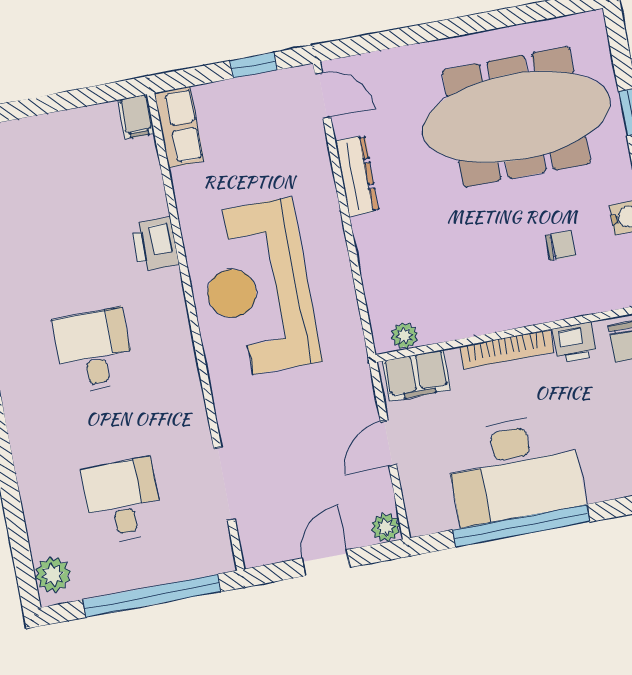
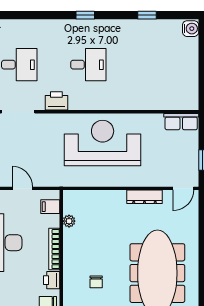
filing cabinet: (136, 117) -> (189, 103), removed
printer: (155, 244) -> (56, 101), moved
plant: (405, 336) -> (69, 221), moved
filing cabinet: (417, 375) -> (50, 207), width x0.50

